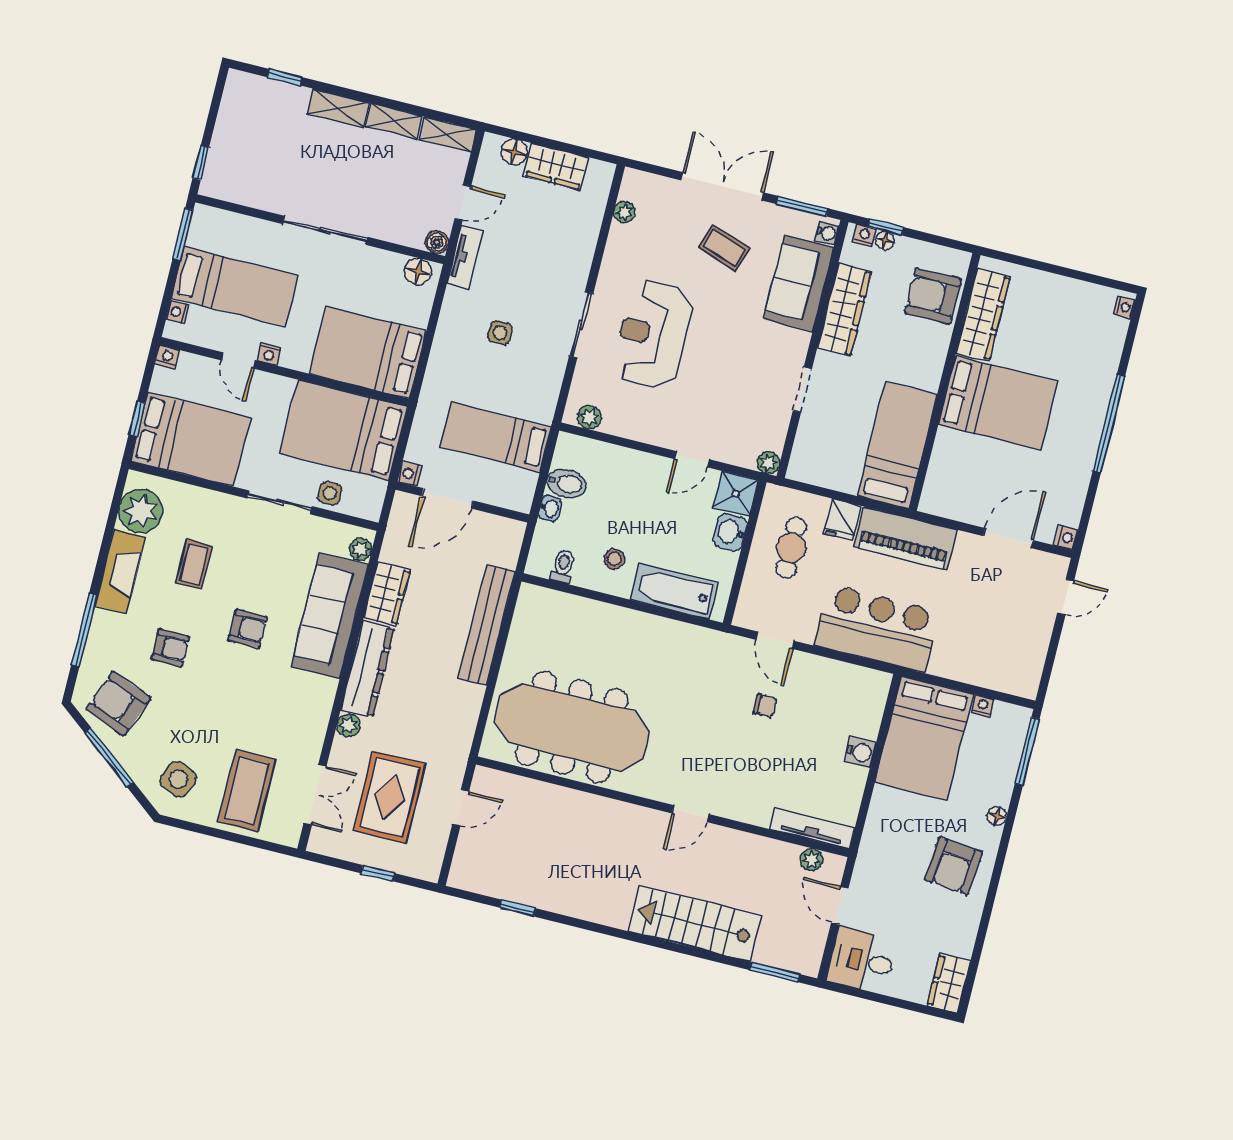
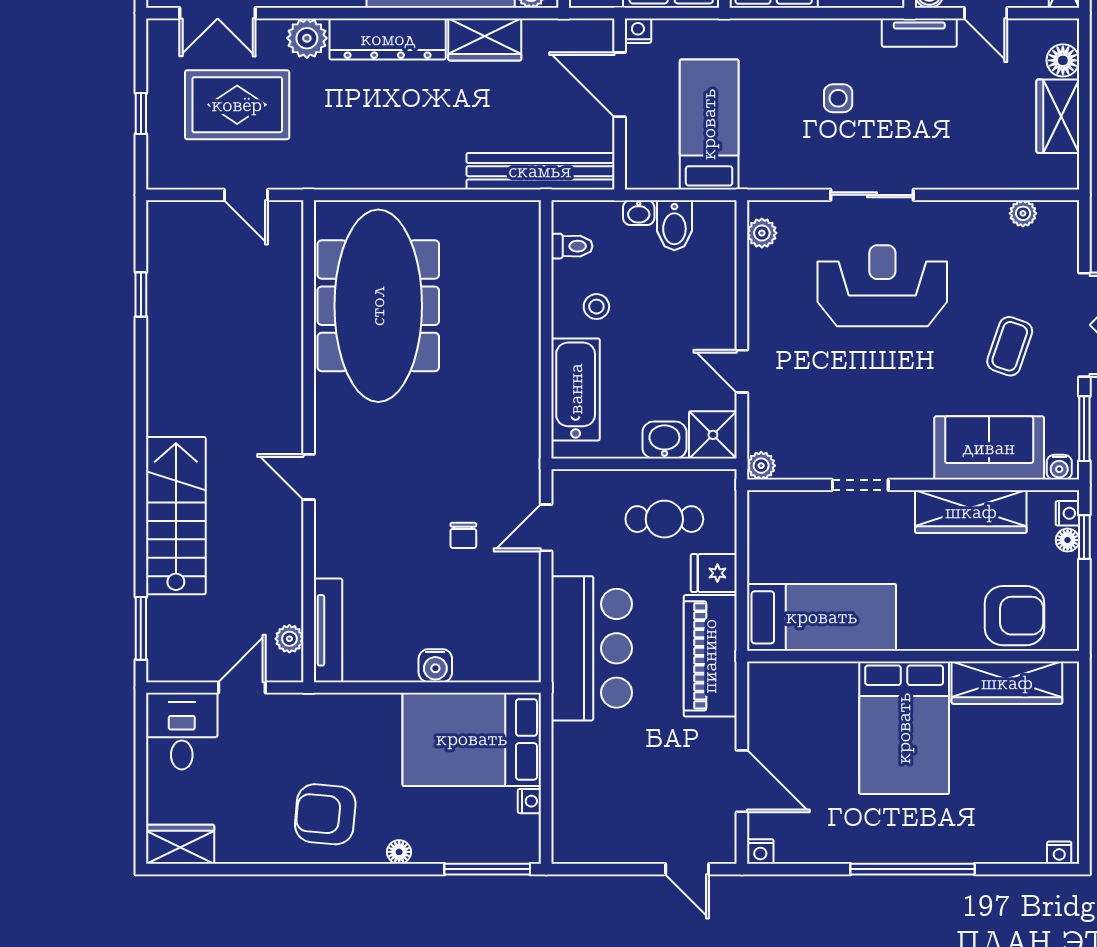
armchair: (933, 296) -> (1014, 616), turned 90
bench: (487, 625) -> (540, 171), moved
plant: (349, 725) -> (307, 38), width x1.38, depth x1.38

